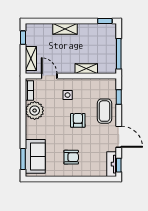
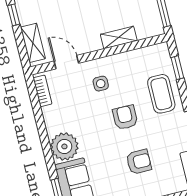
plant: (35, 111) -> (64, 146), moved
armchair: (71, 157) -> (139, 162), moved

